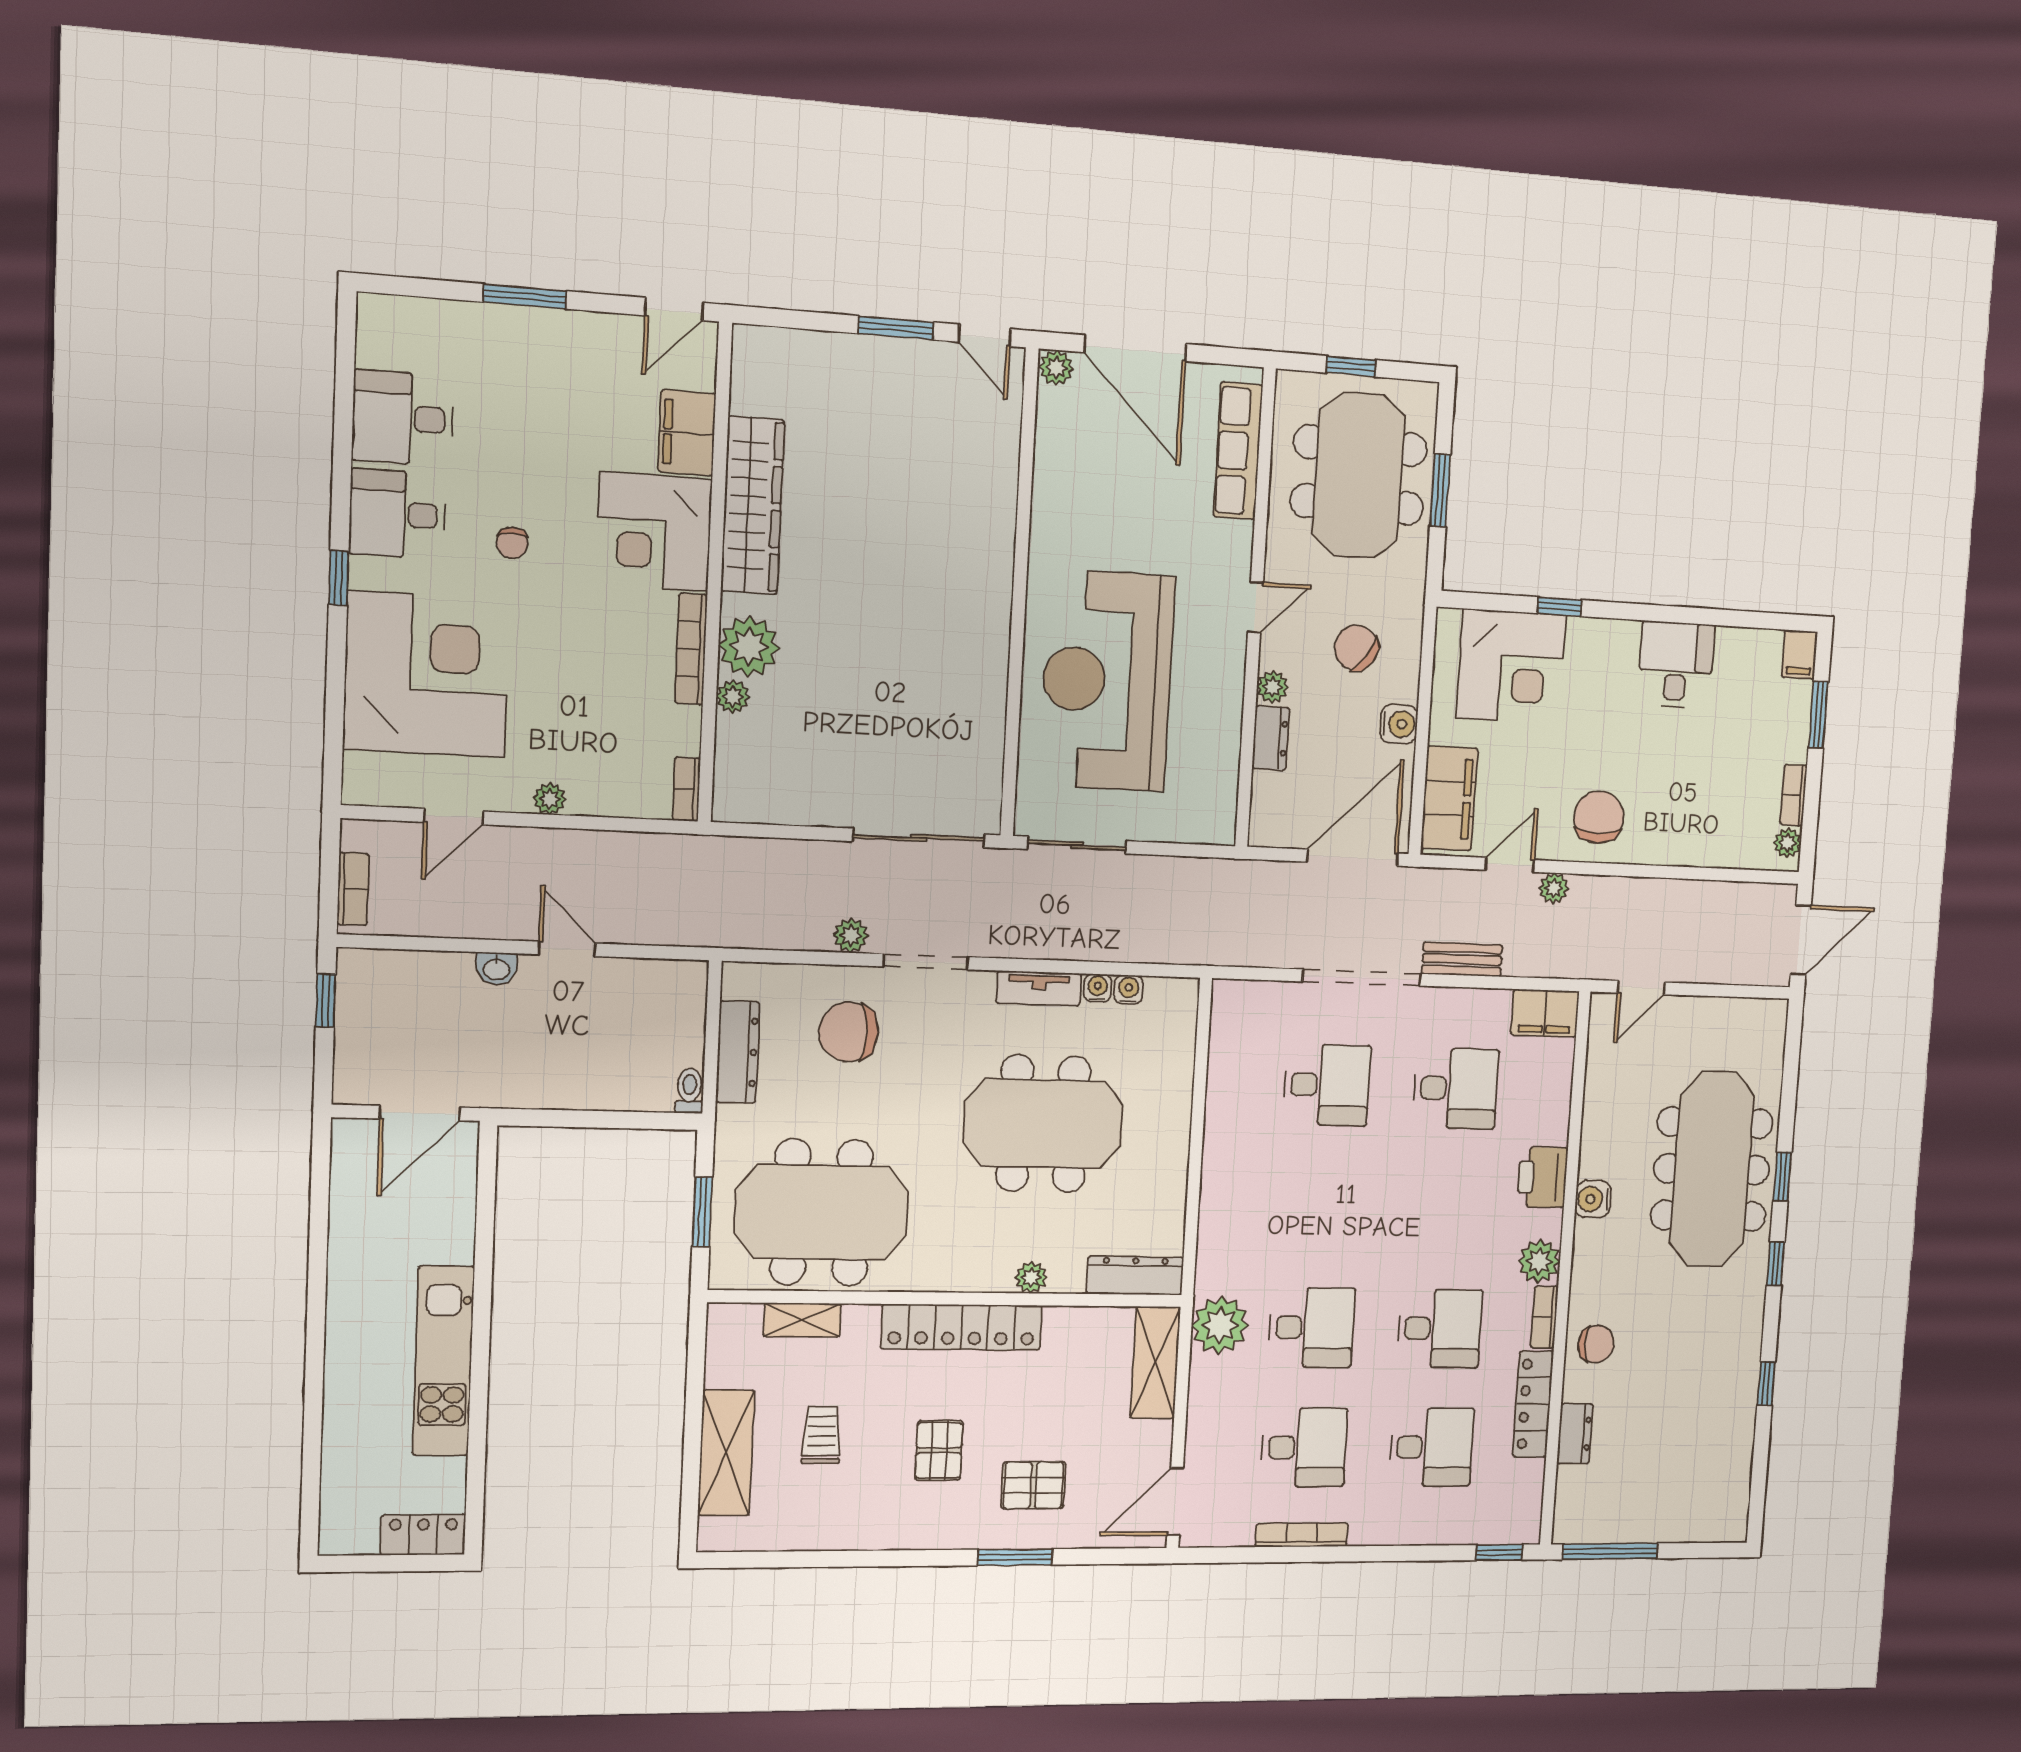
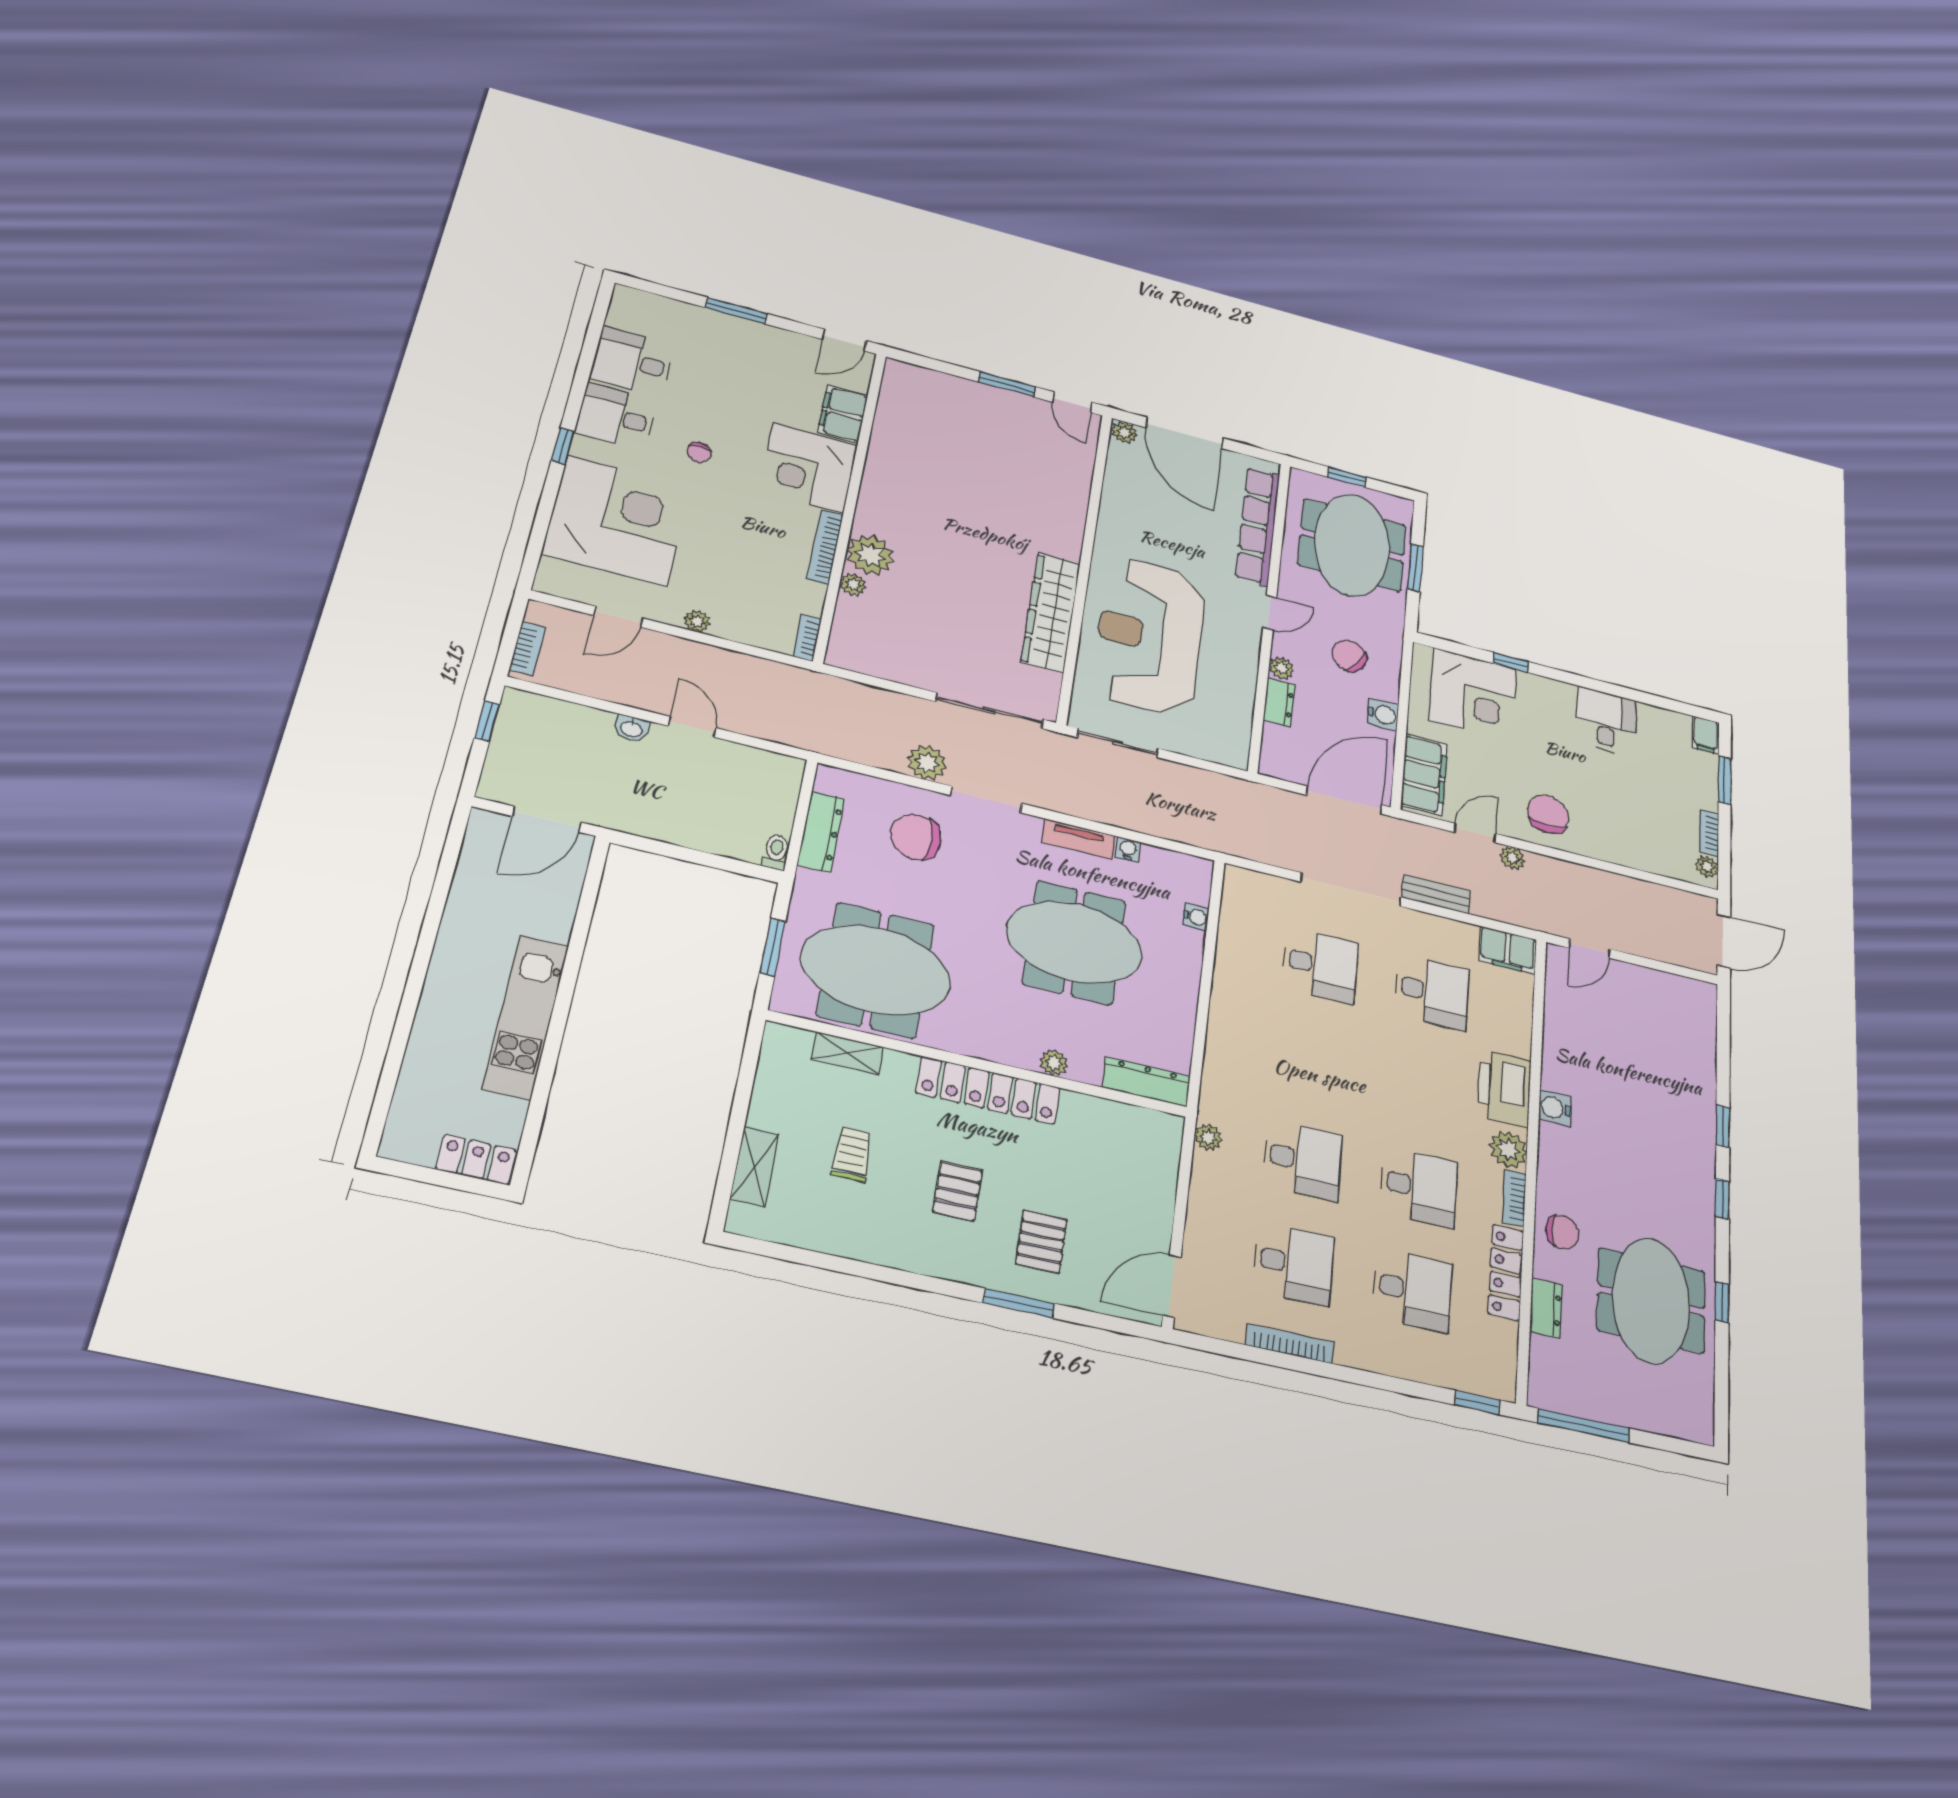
row of seats: (1238, 451) -> (1258, 526), width x1.36
wardrobe: (753, 505) -> (1051, 612), moved, turned 180
plant: (851, 936) -> (927, 763), width x1.38, depth x1.38
water cooler: (1129, 990) -> (1196, 917), moved, turned 90
meeting table: (1712, 1169) -> (1651, 1300), moved, width x0.73
printer: (1542, 1177) -> (1505, 1088), width x1.37, depth x1.19
plant: (1220, 1325) -> (1208, 1137), width x0.53, depth x0.53
shelving: (1155, 1362) -> (1160, 1159), removed
shelving: (726, 1453) -> (754, 1167), width x0.67, depth x0.75
pallet: (1033, 1485) -> (1041, 1242), turned 90

